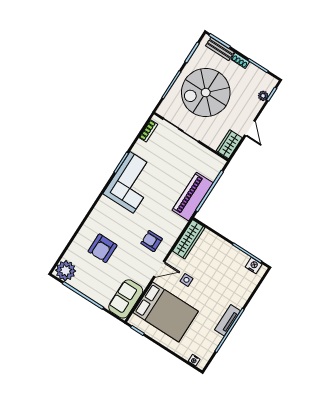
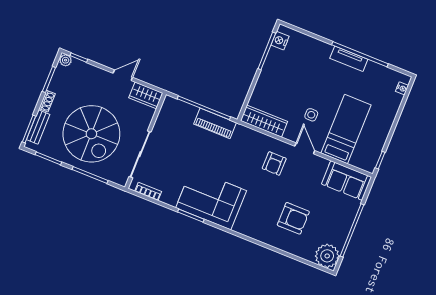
plant: (263, 96) -> (66, 60), moved
piano: (193, 197) -> (215, 123), width x0.73, depth x0.75
bed: (166, 312) -> (346, 129), width x0.67

